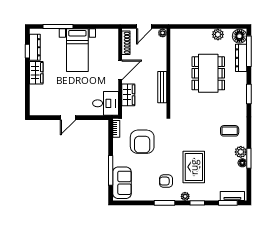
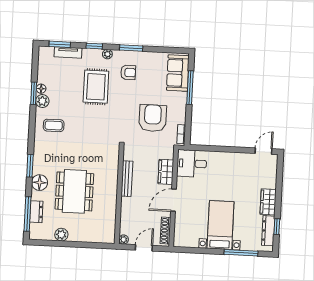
floor lamp: (239, 36) -> (40, 183), moved
dresser: (241, 58) -> (36, 212), width x0.70
door: (68, 118) -> (264, 151), moved
tv unit: (232, 196) -> (68, 52), moved

